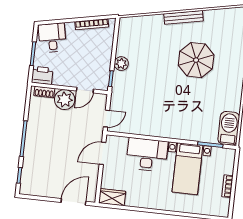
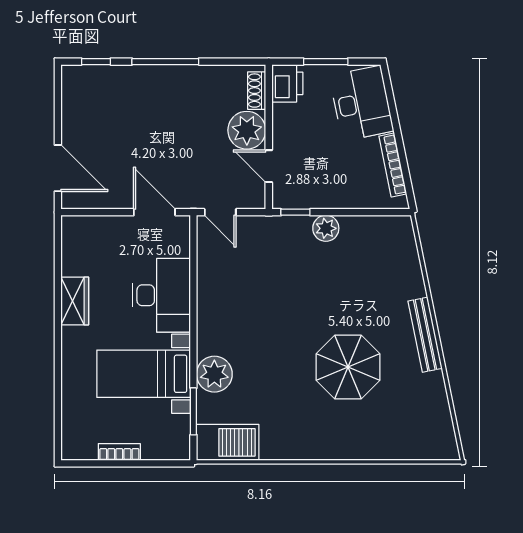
desk: (52, 38) -> (361, 103), width x1.37
plant: (192, 131) -> (214, 374), added
wardrobe: (112, 197) -> (75, 301), moved

